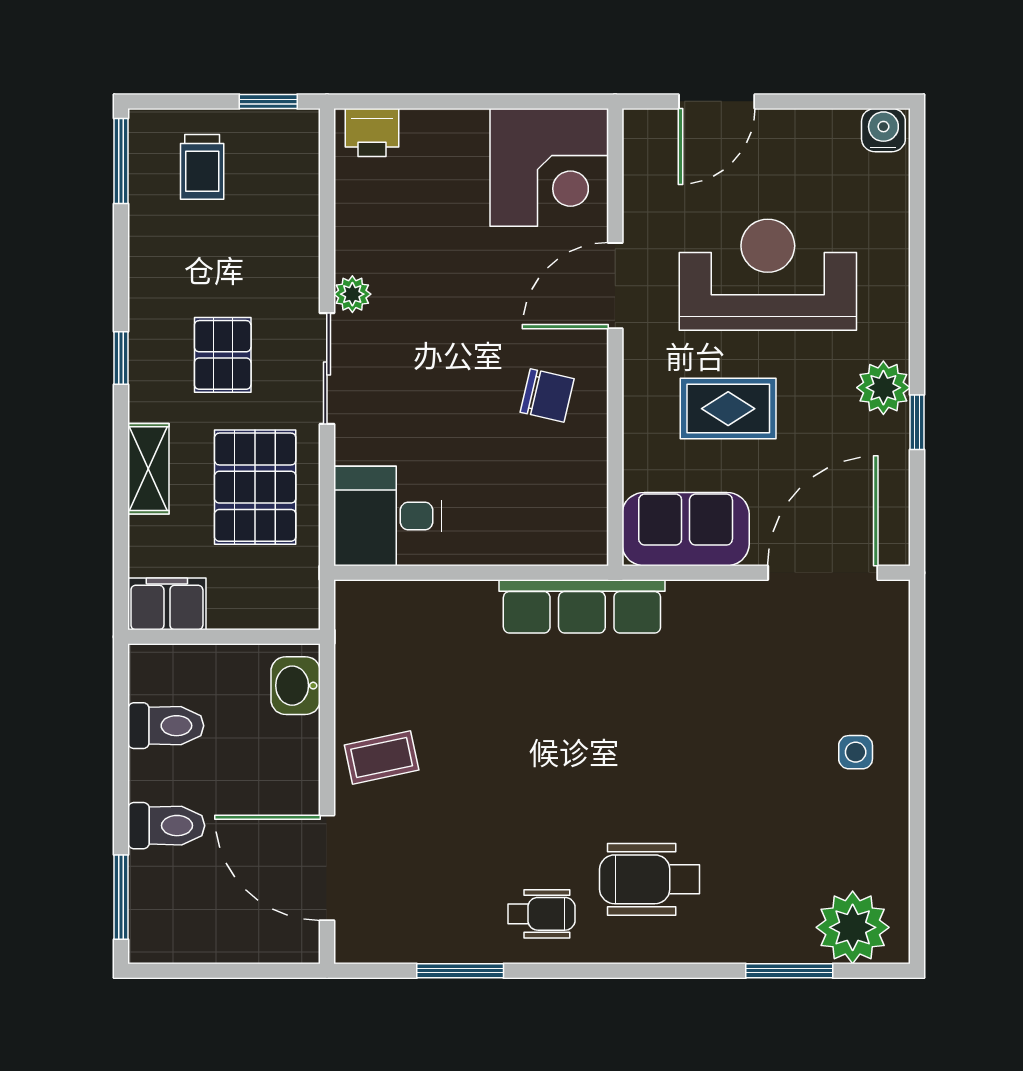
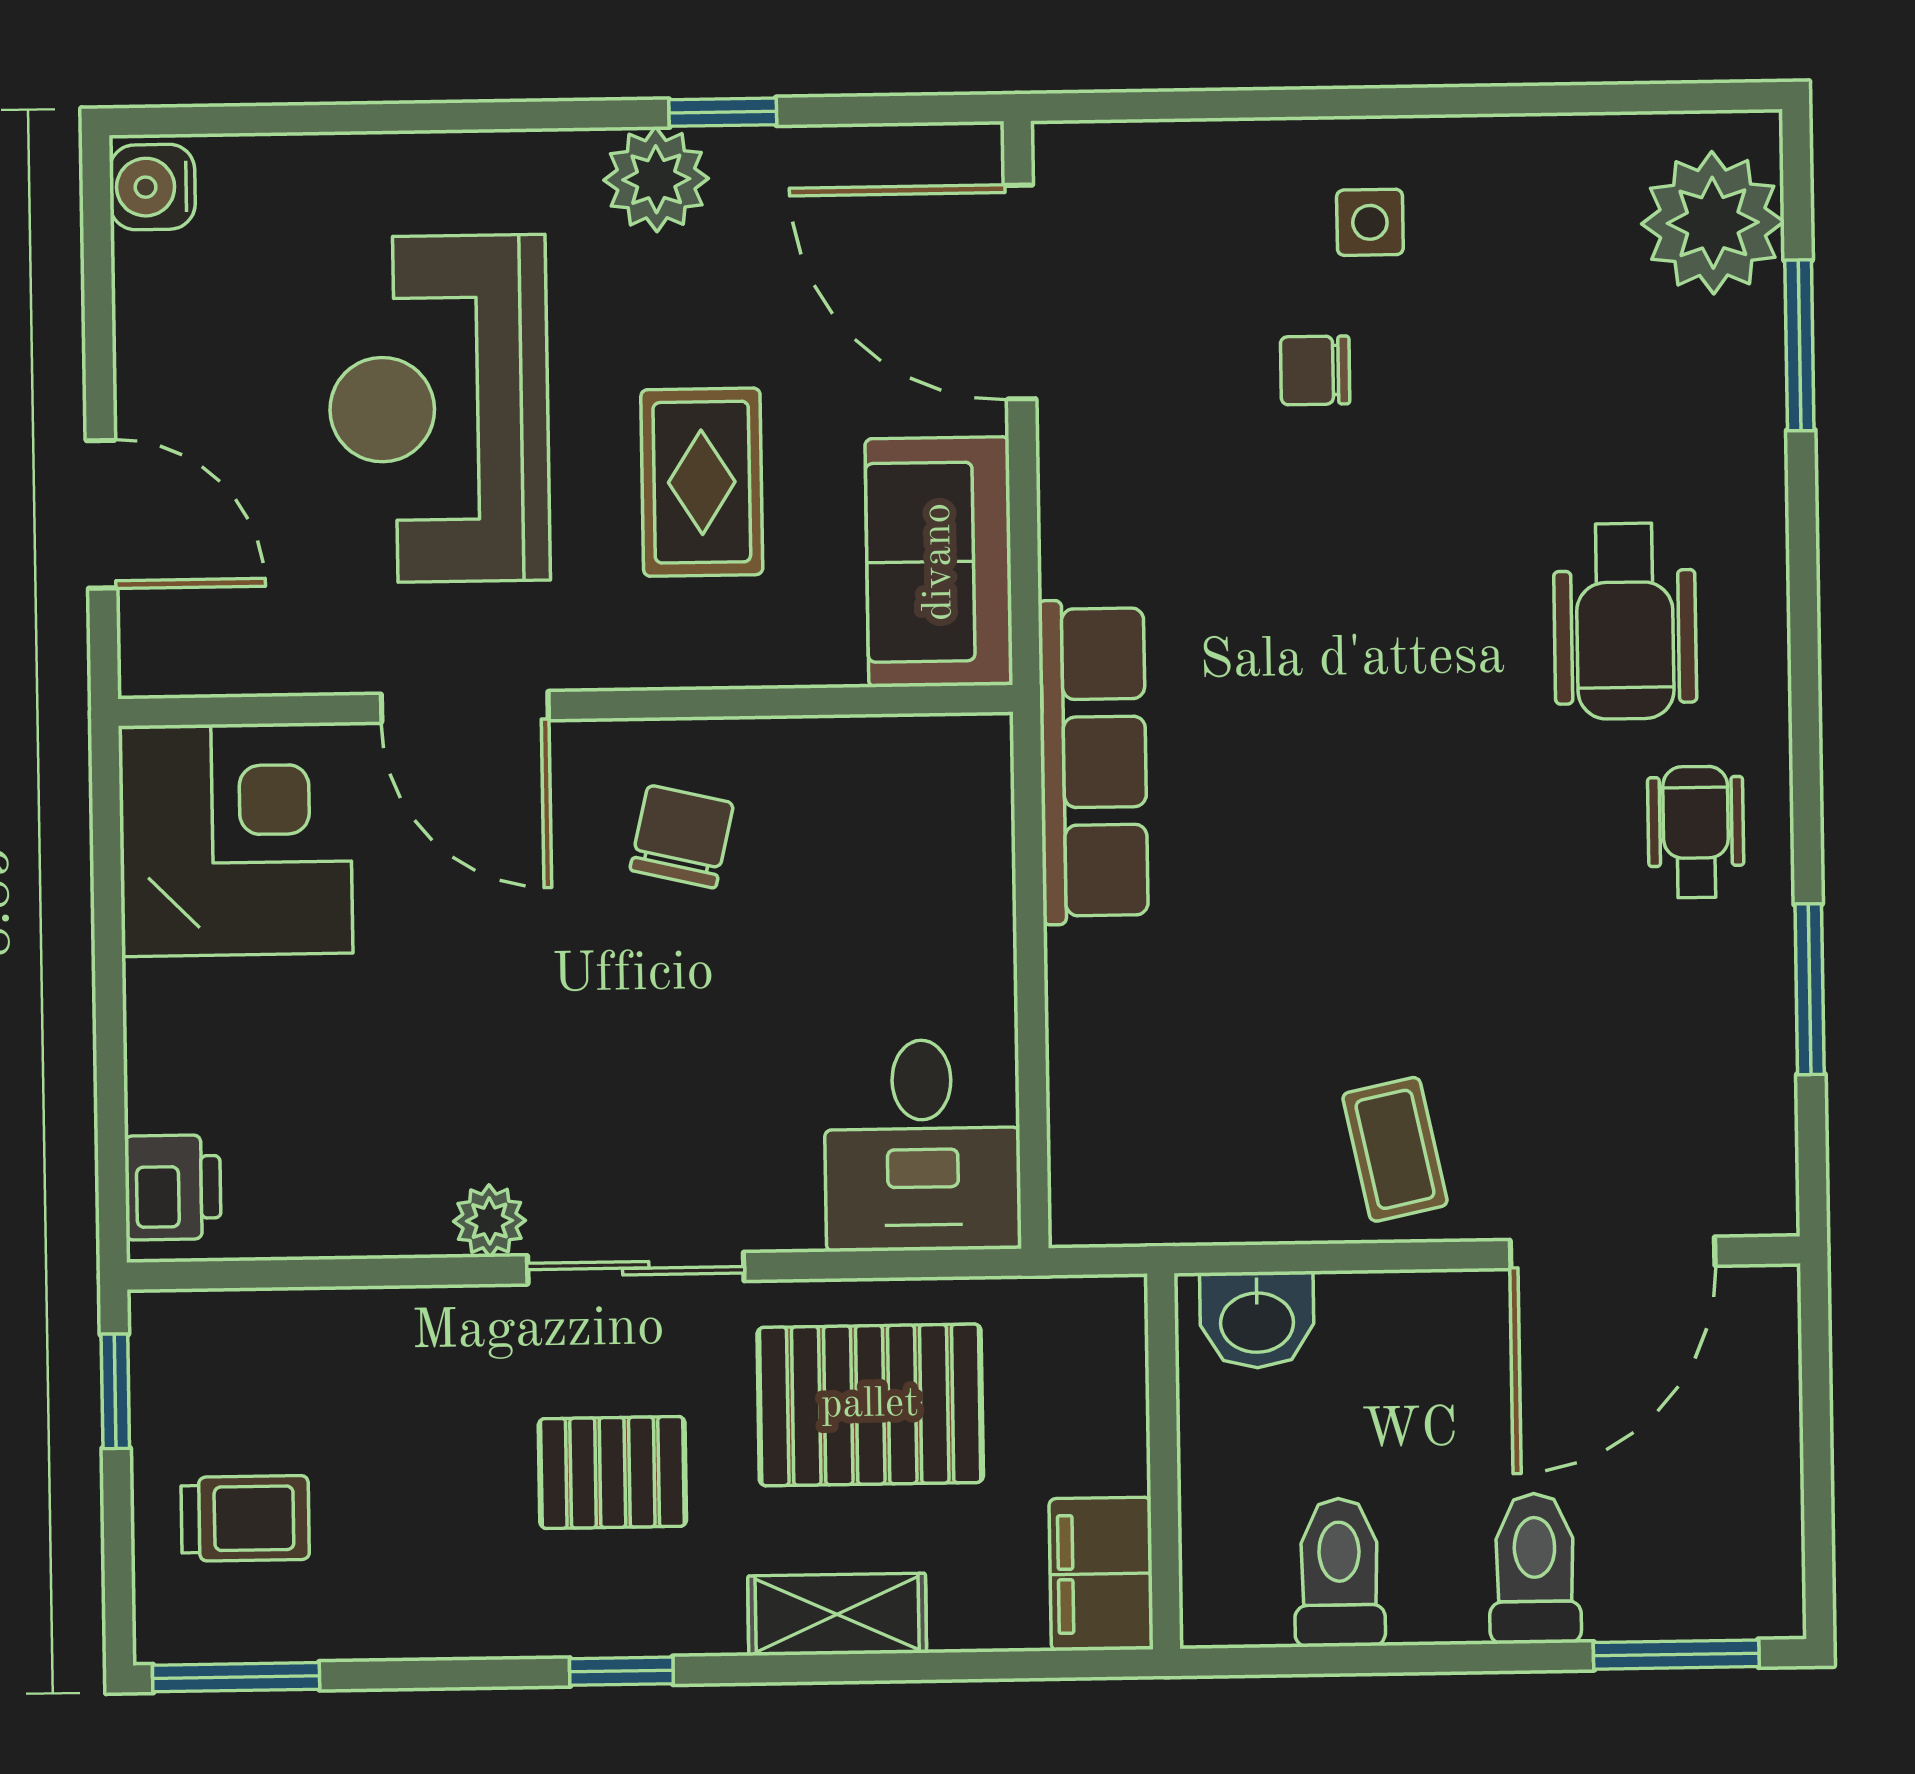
chair: (780, 723) -> (1315, 370), added

